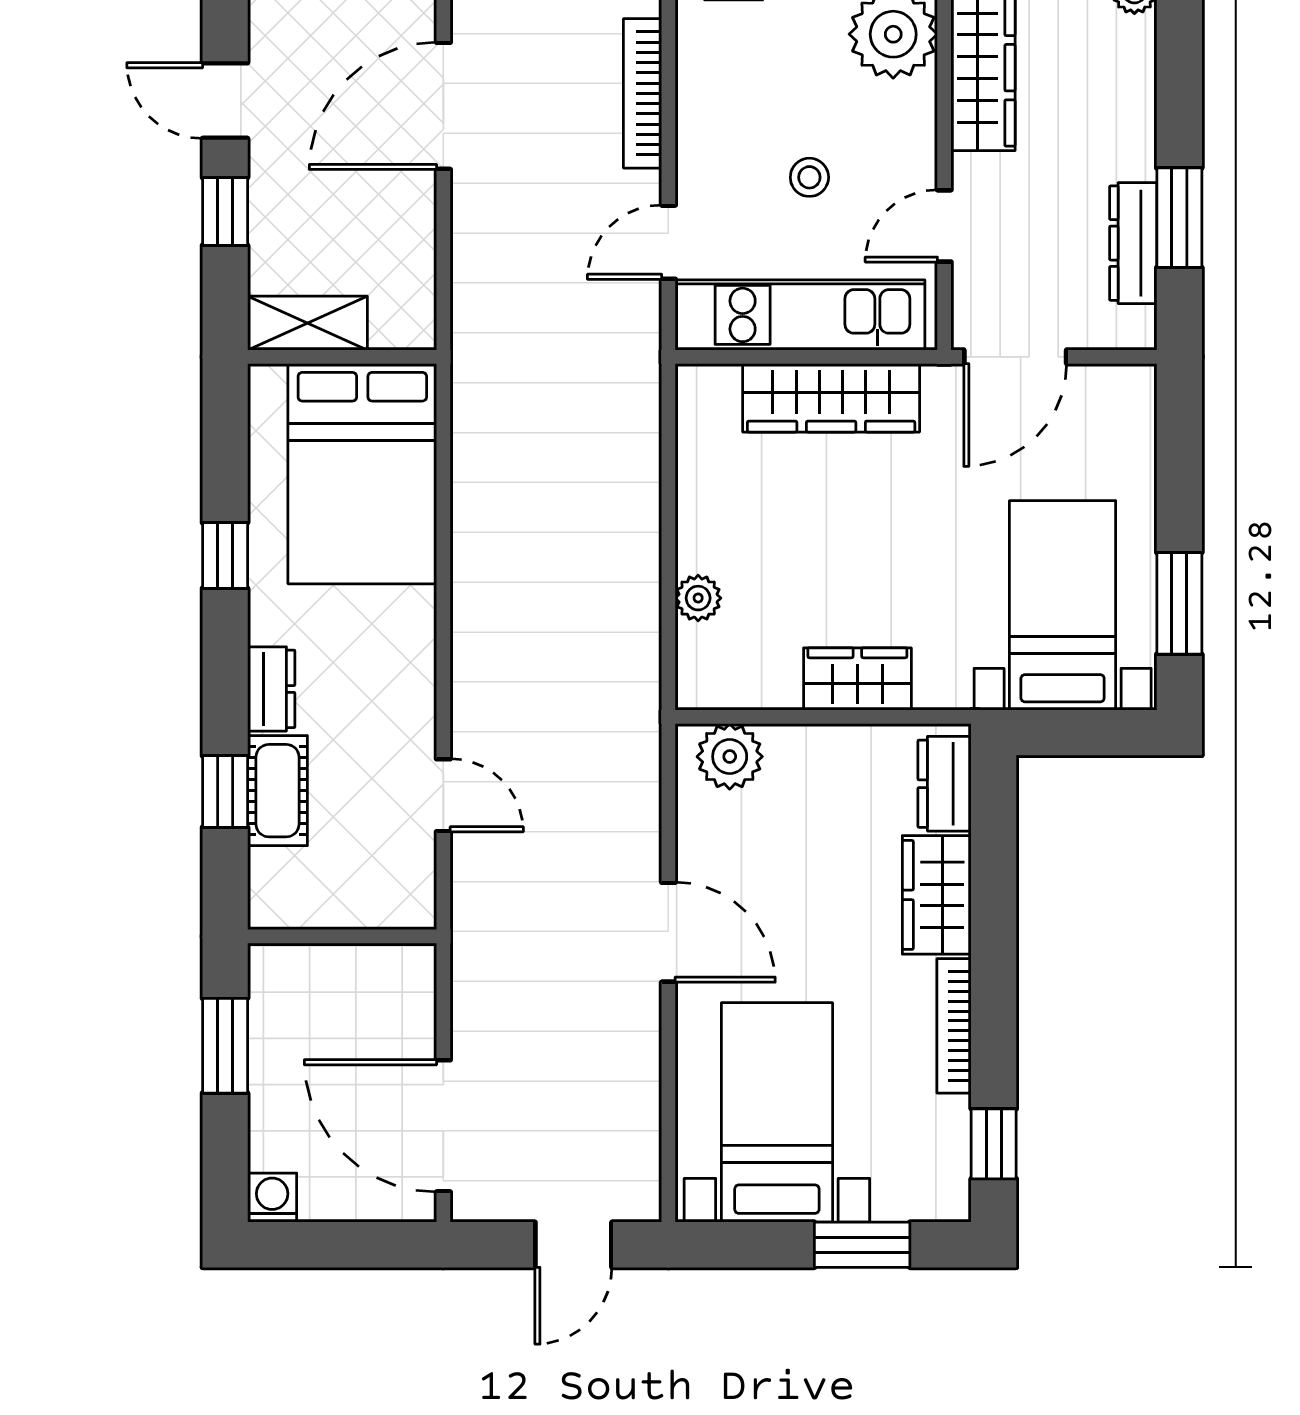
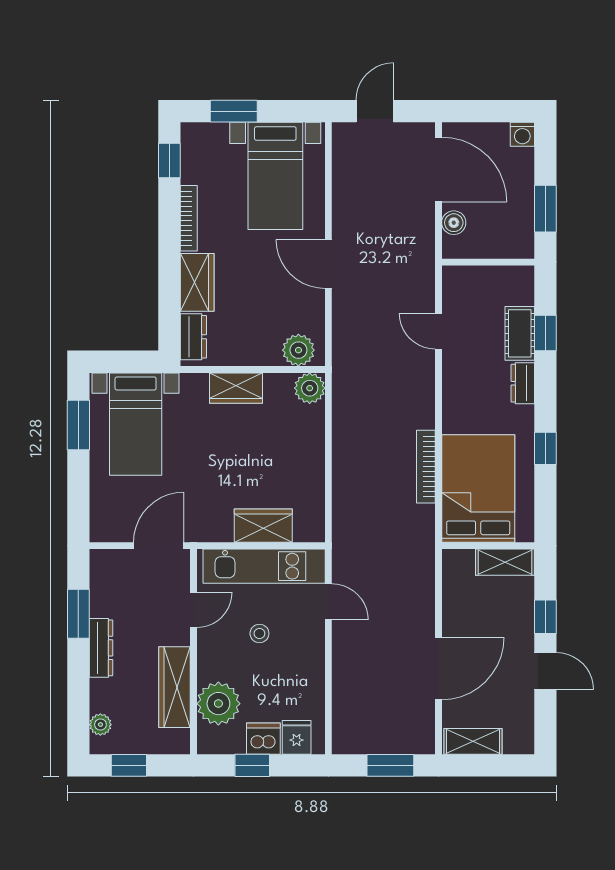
bookcase: (643, 93) -> (426, 467), moved, turned 180
door: (668, 242) -> (328, 602), hinge flipped
dresser: (1133, 243) -> (101, 648), moved
wardrobe: (831, 398) -> (263, 526), width x0.67
plant: (698, 598) -> (310, 388), moved, width x1.38, depth x1.38
boiler: (412, 1017) -> (454, 223), added

